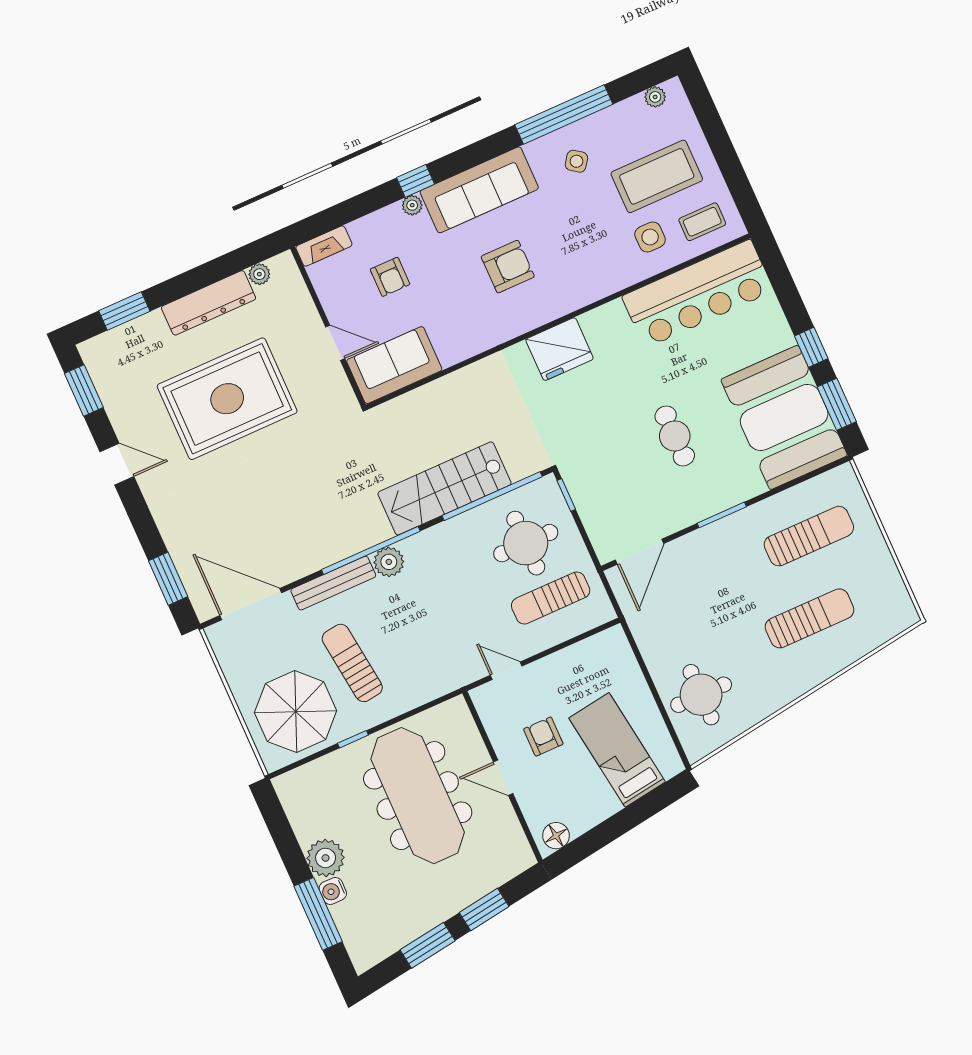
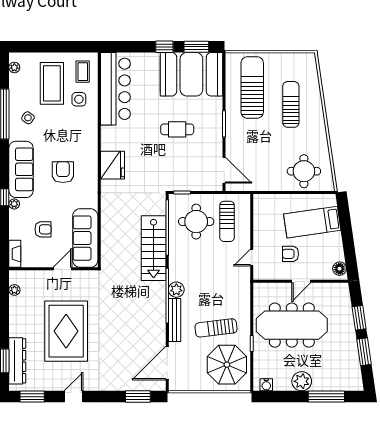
dresser: (209, 303) -> (17, 361), moved
sofa: (394, 365) -> (85, 238), width x1.36
sun lounger: (809, 536) -> (252, 87), width x1.36, depth x1.34
water cooler: (333, 891) -> (266, 385), moved

